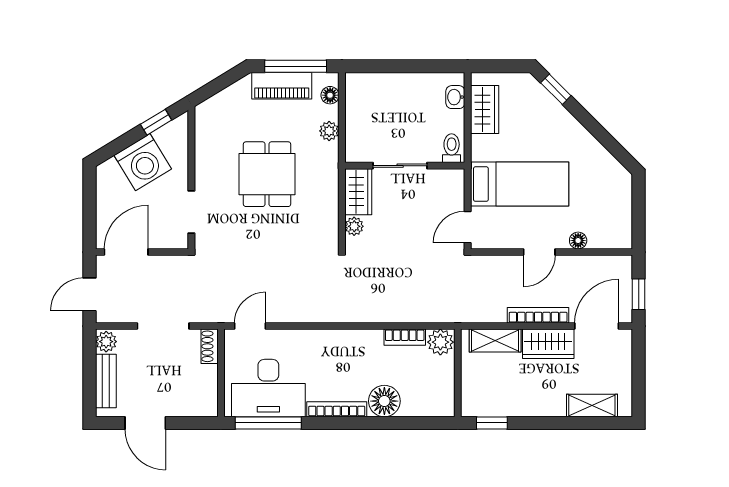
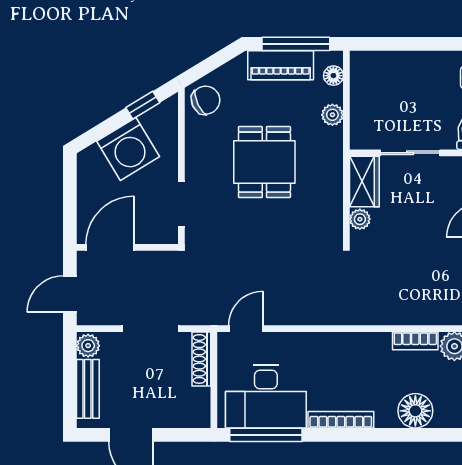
chair: (213, 118) -> (206, 100), added
shoe rack: (210, 346) -> (201, 359), width x1.43
floor lamp: (384, 401) -> (415, 411), moved

